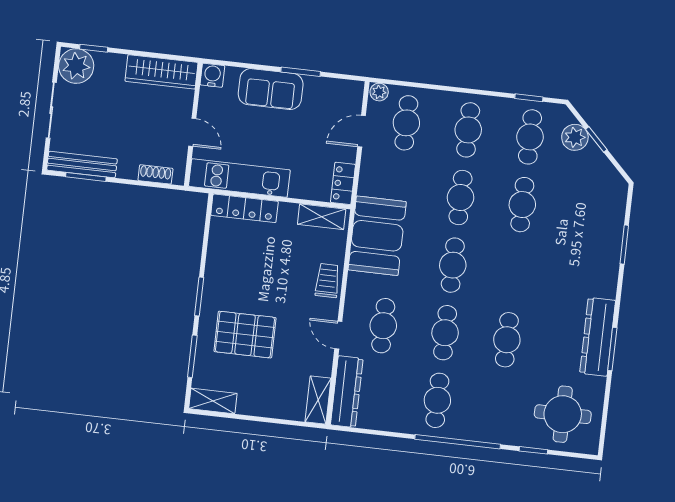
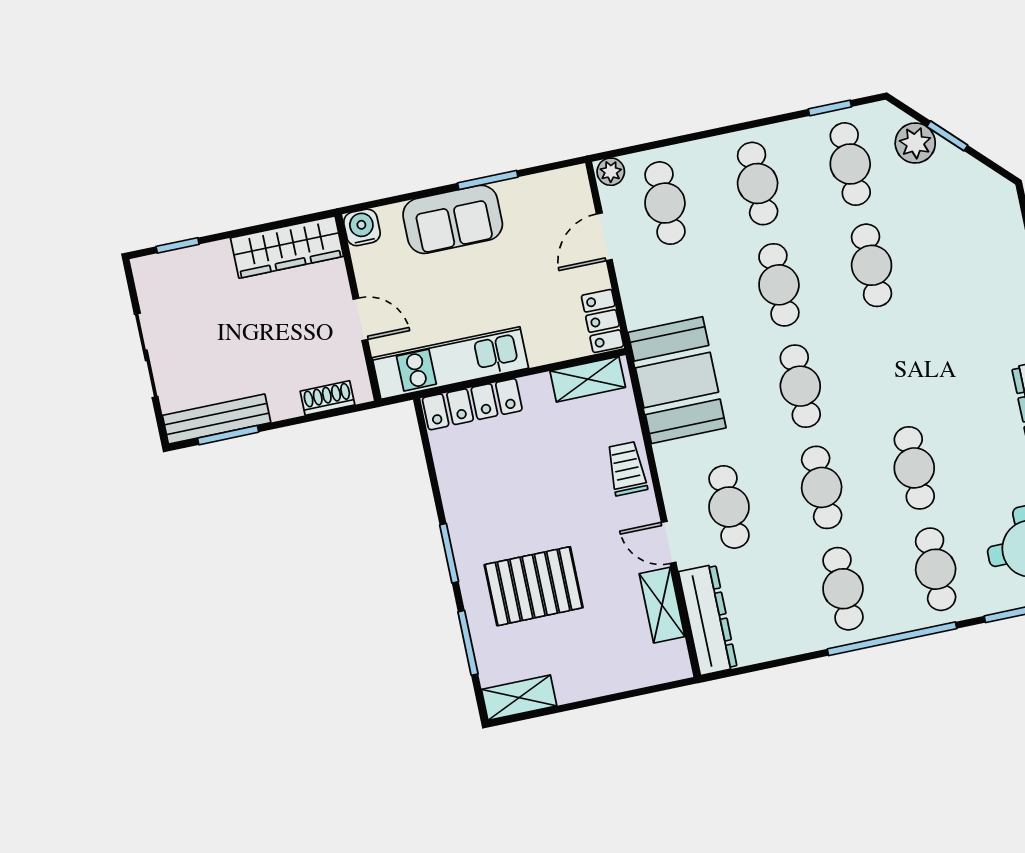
plant: (76, 66) -> (161, 280), removed
shelving: (318, 400) -> (662, 605), moved
cafe table: (499, 407) -> (936, 569), added

